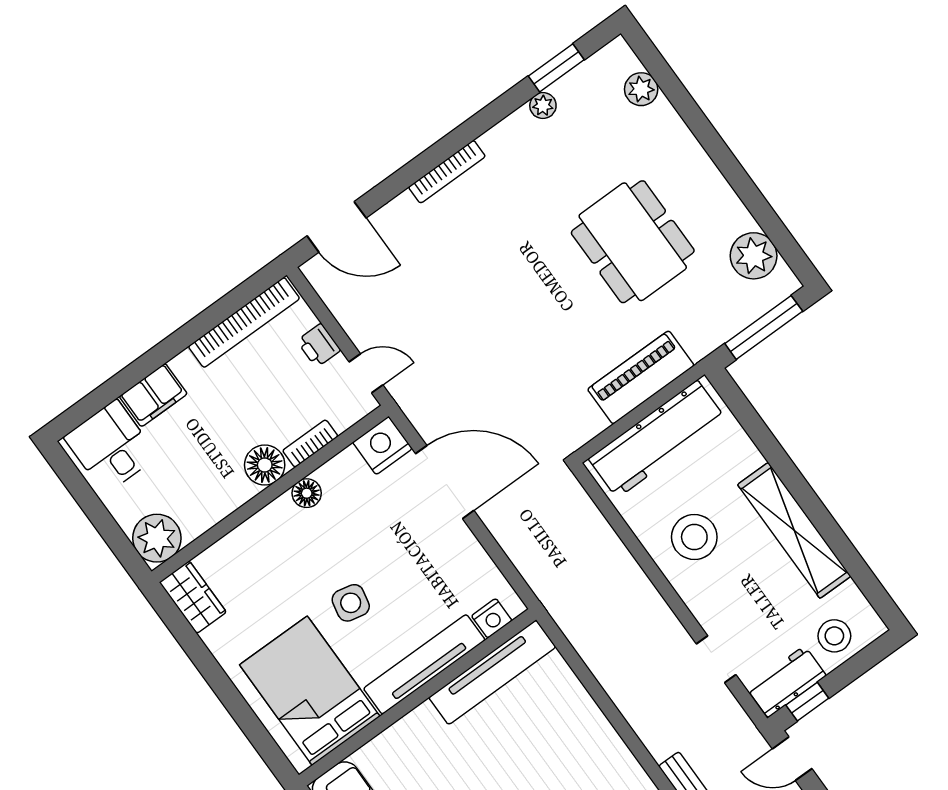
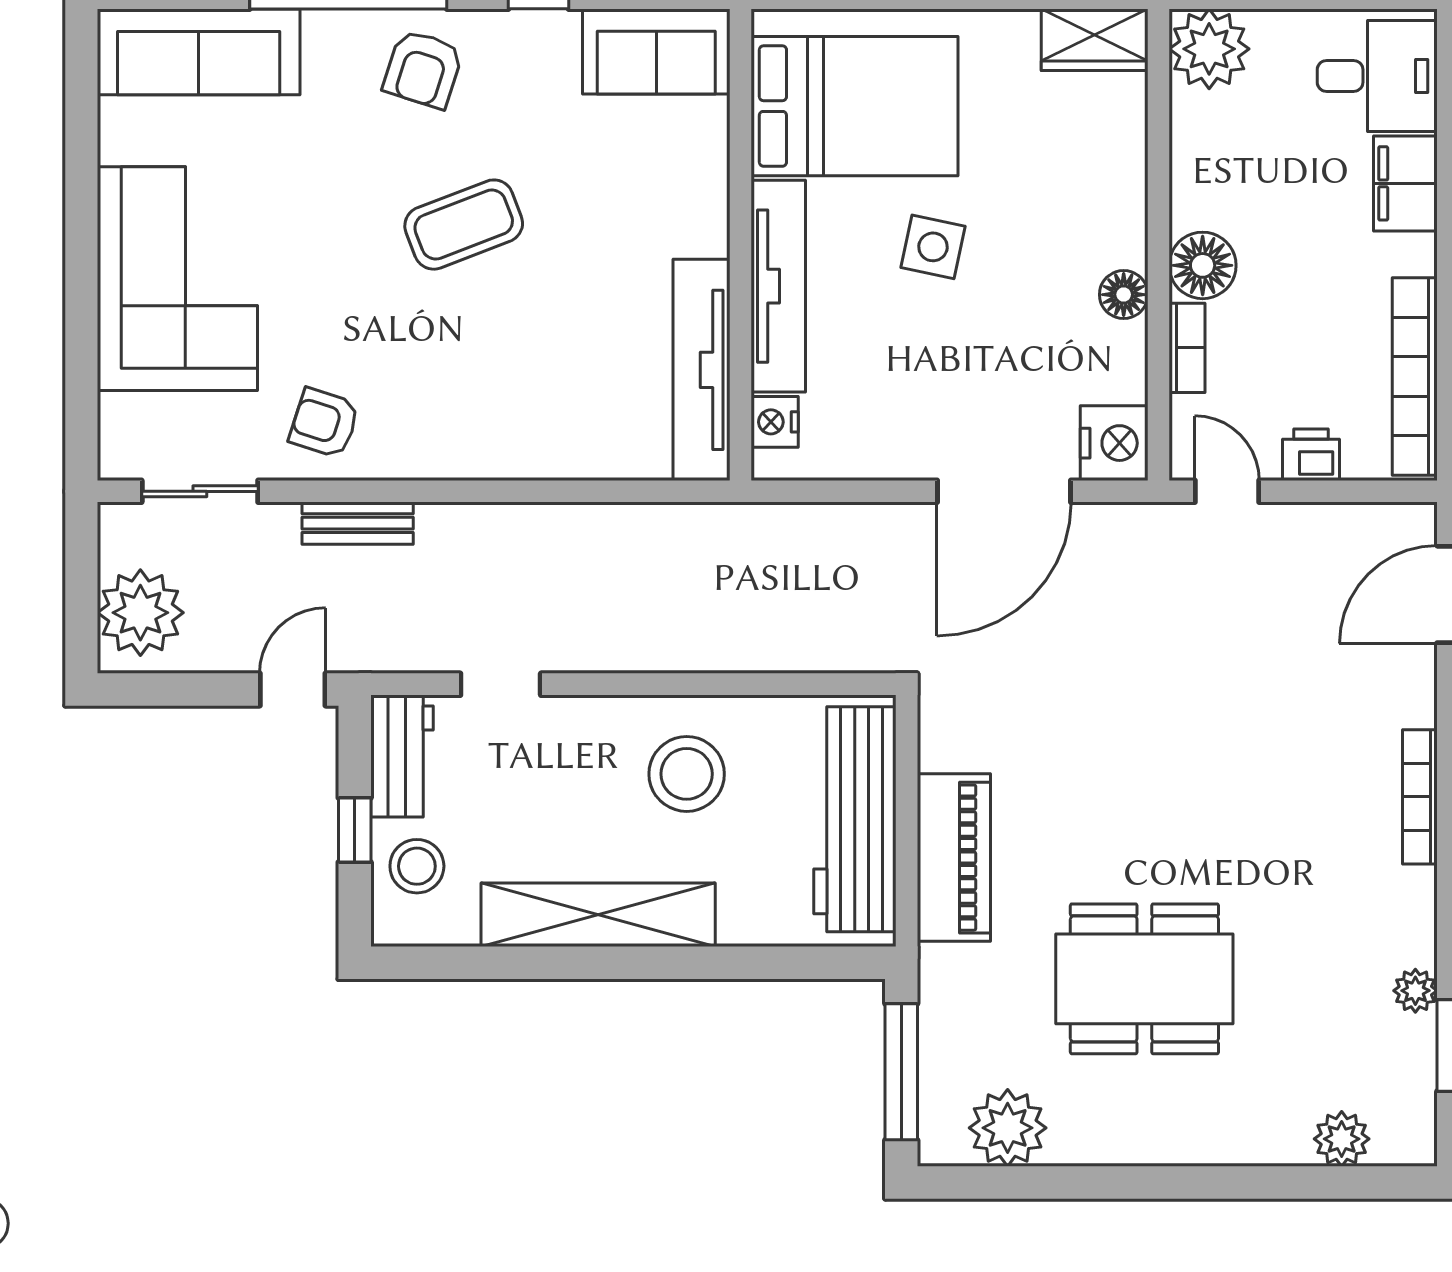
door: (366, 373) -> (1227, 491), swing flipped
window: (807, 702) -> (355, 830), moved

